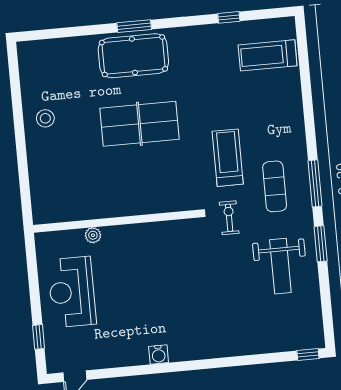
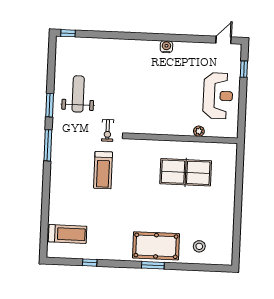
stool: (45, 118) -> (199, 246), moved
table tennis table: (139, 124) -> (186, 172), moved
exercise mat: (275, 186) -> (75, 147), removed

